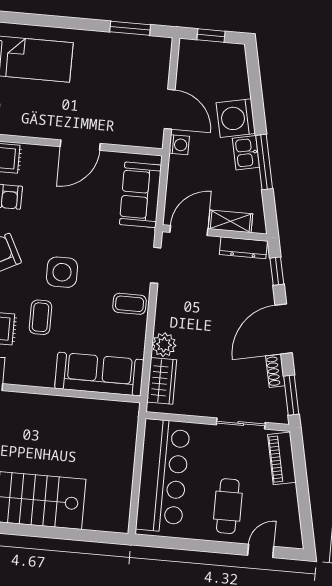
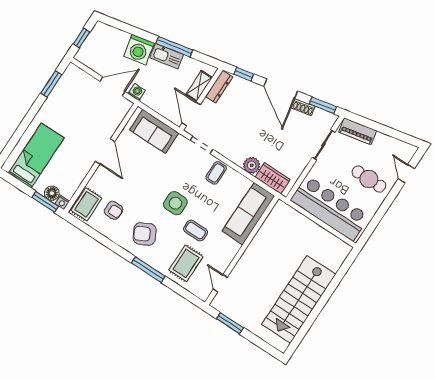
kitchen sink: (246, 153) -> (167, 56), width x1.38

